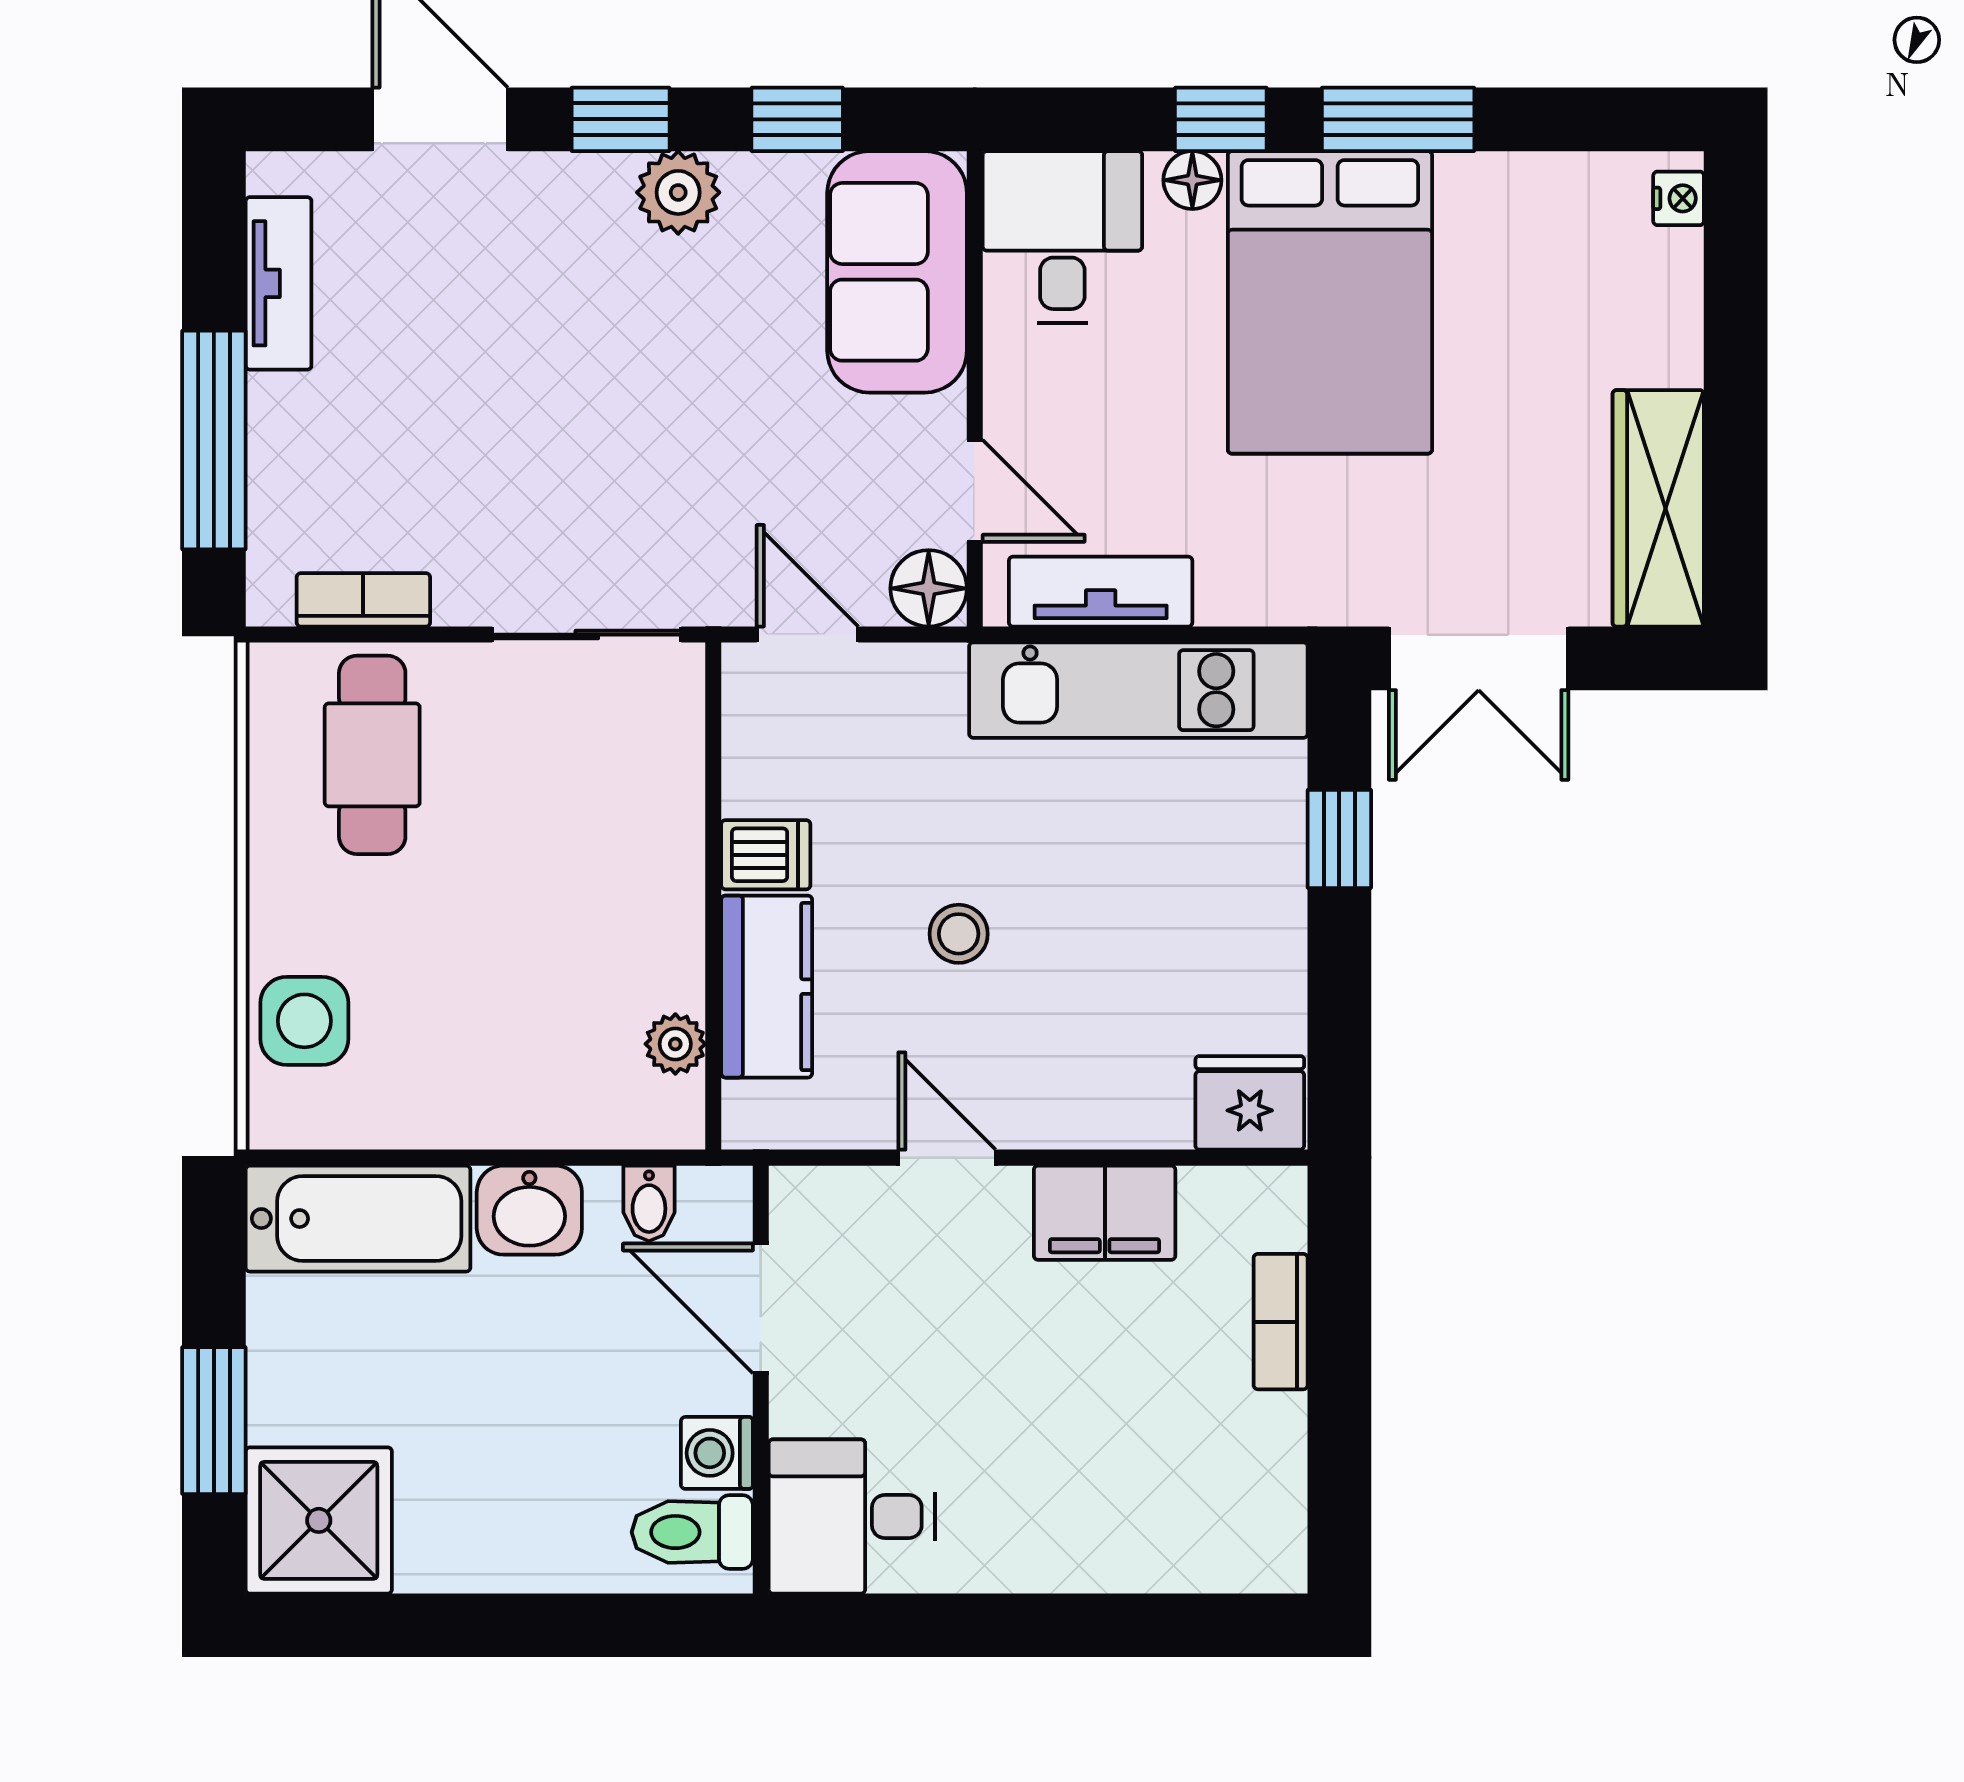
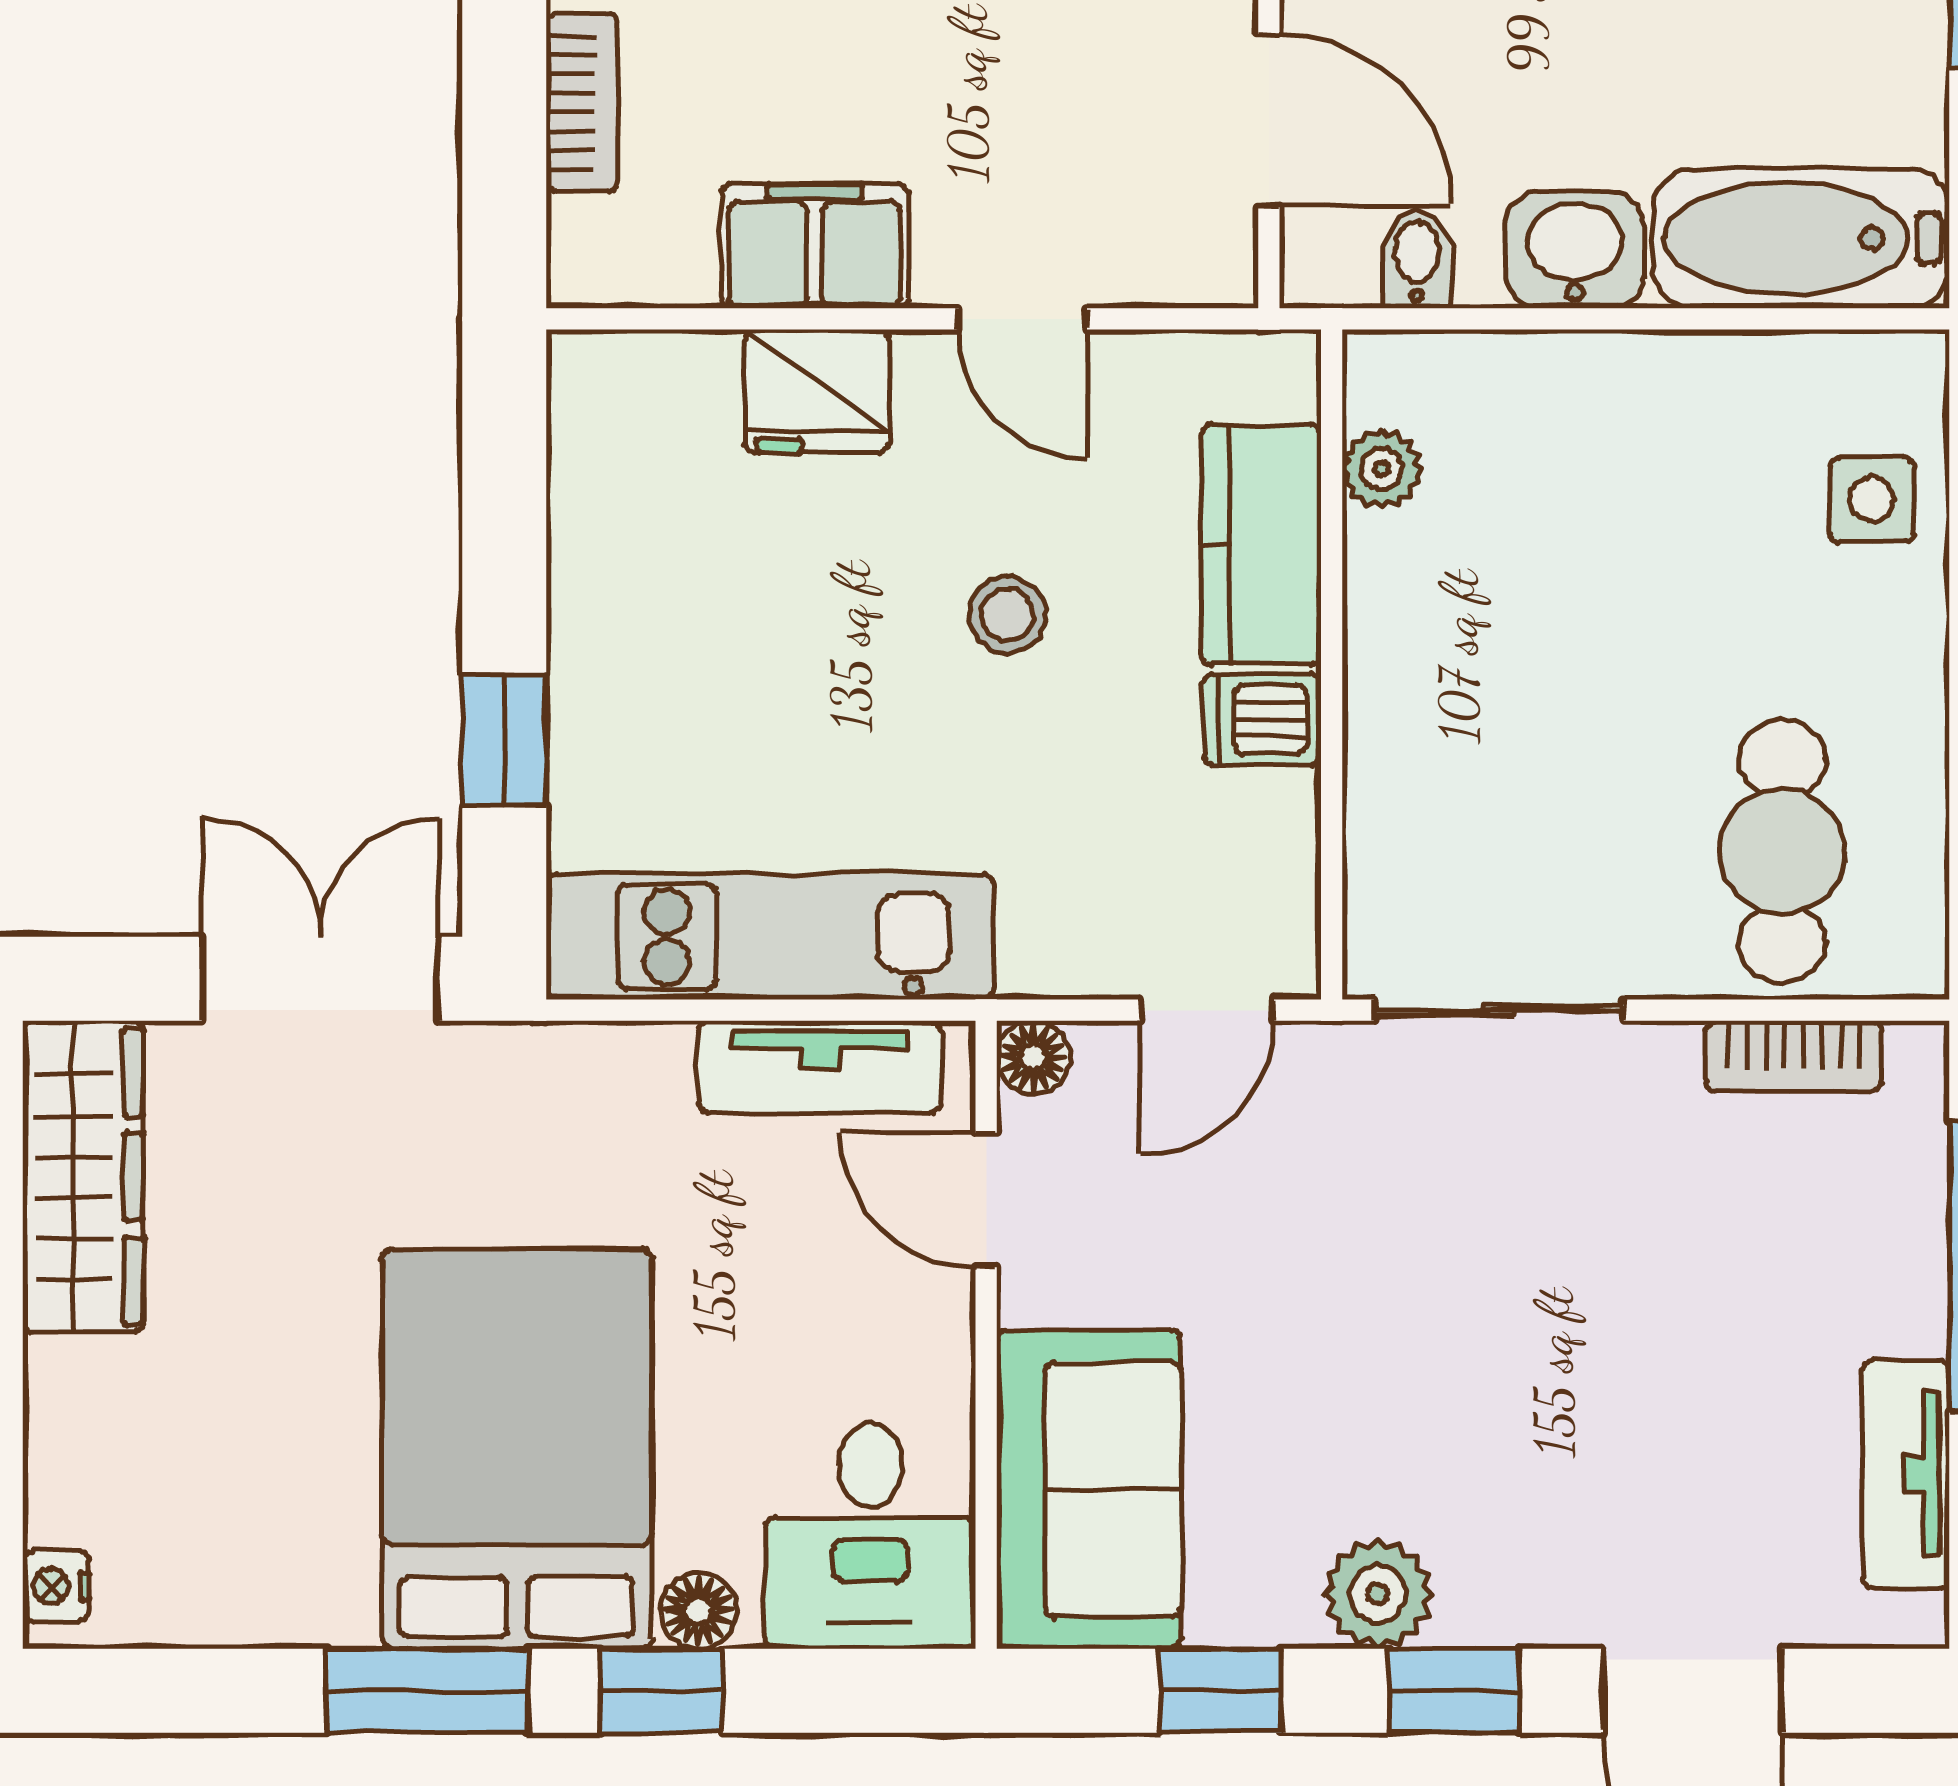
floor lamp: (929, 588) -> (1033, 1057), width x0.73, depth x0.73
door: (808, 635) -> (1207, 1010), hinge flipped
side table: (304, 1021) -> (1872, 500), width x0.73, depth x0.73
fridge: (1250, 1103) -> (817, 391), moved

